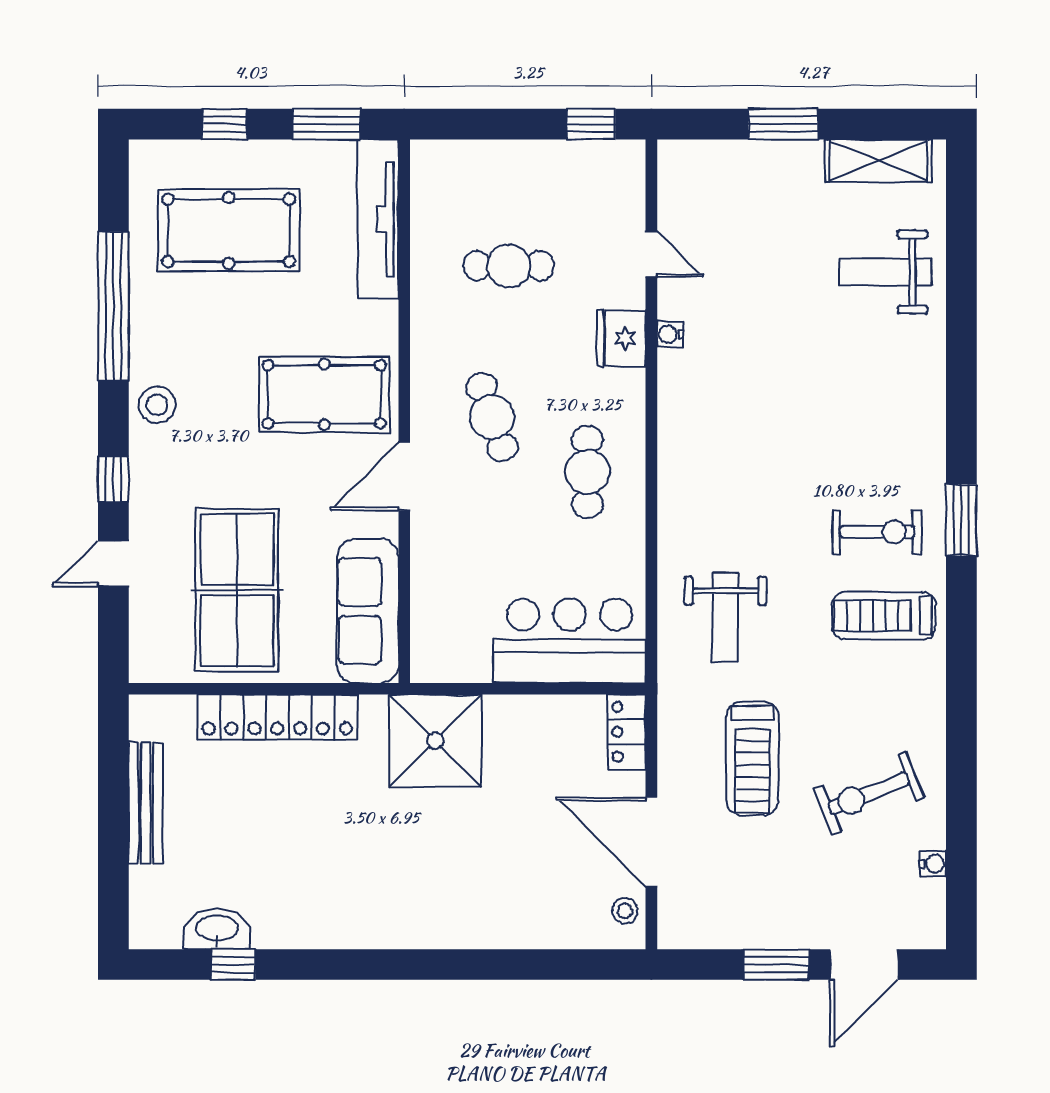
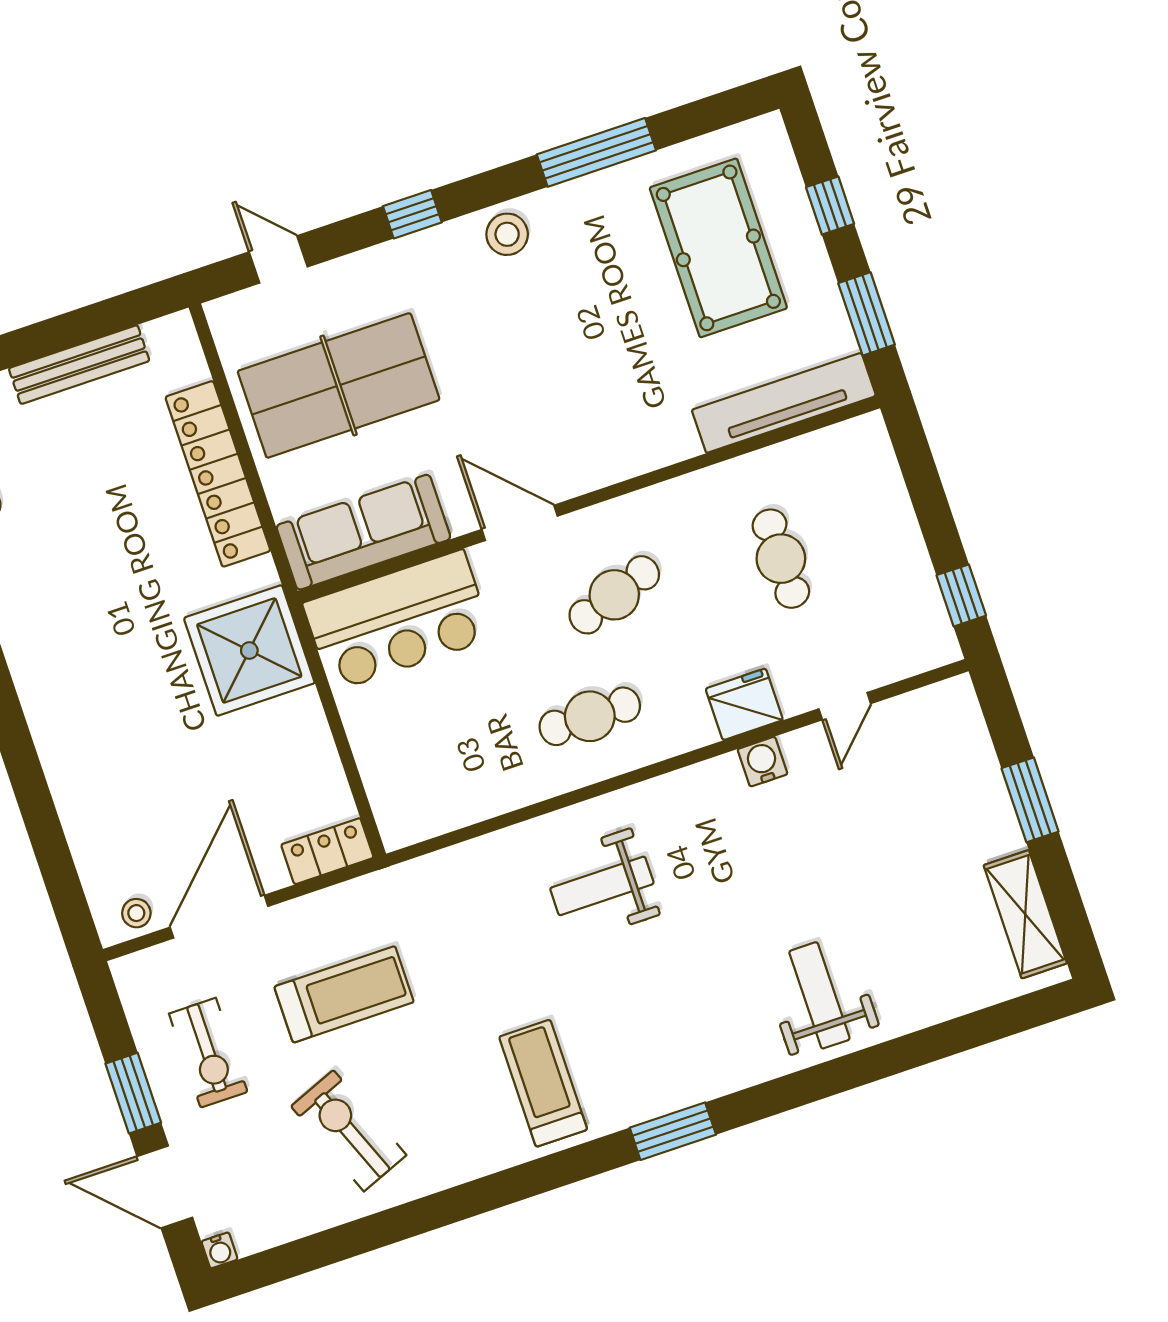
weight bench: (885, 272) -> (819, 995), moved
window: (113, 306) -> (596, 152), width x0.68
water cooler: (670, 334) -> (762, 762), width x1.38, depth x1.38
pool table: (324, 394) -> (578, 408), removed
exercise bike: (877, 532) -> (208, 1053), moved
door: (113, 563) -> (278, 259), moved
weight bench: (725, 618) -> (602, 886), moved
bar counter: (570, 641) -> (398, 621), moved, turned 90
treadmill: (752, 758) -> (344, 994), turned 180
water cooler: (933, 864) -> (220, 1250), moved

